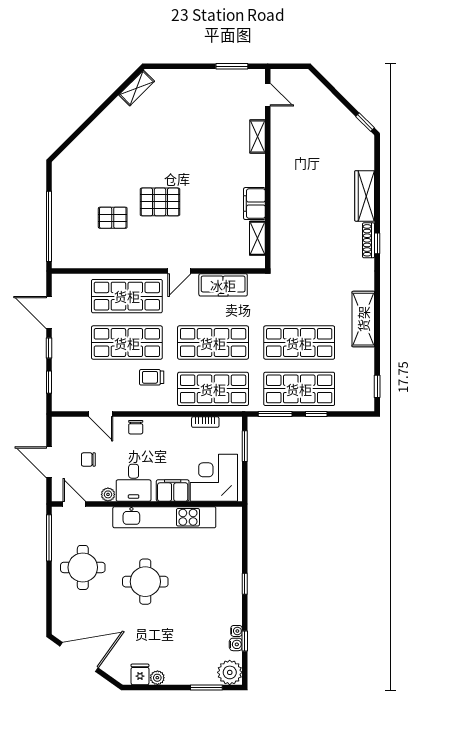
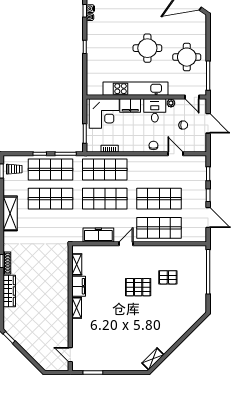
shelving: (258, 136) -> (77, 308), moved
trolley: (152, 377) -> (14, 169), moved

